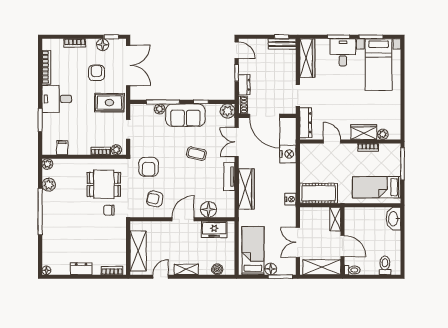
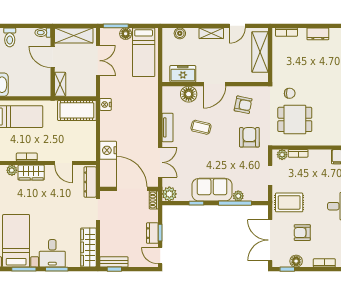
armchair: (96, 73) -> (302, 233), turned 90
dresser: (244, 85) -> (152, 233), moved
coffee table: (196, 154) -> (201, 127), moved
wardrobe: (246, 189) -> (150, 115), removed

